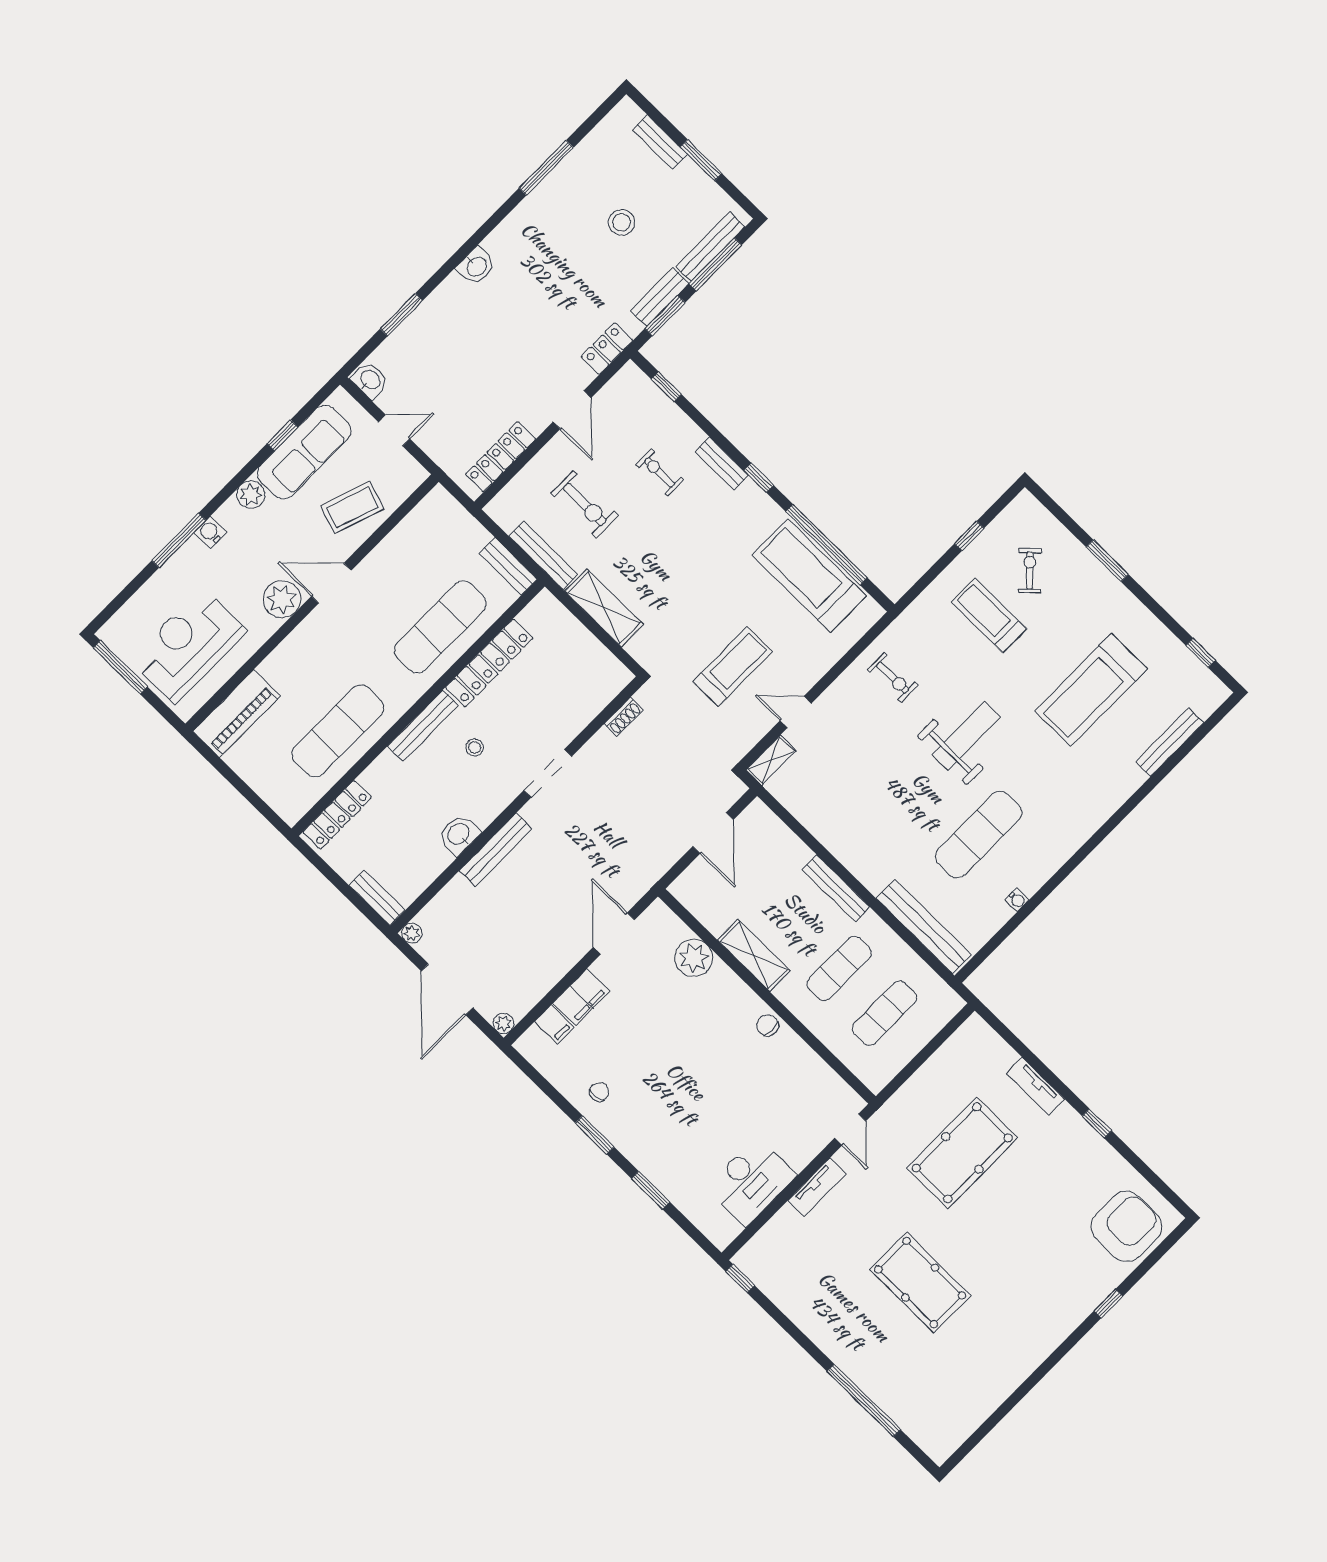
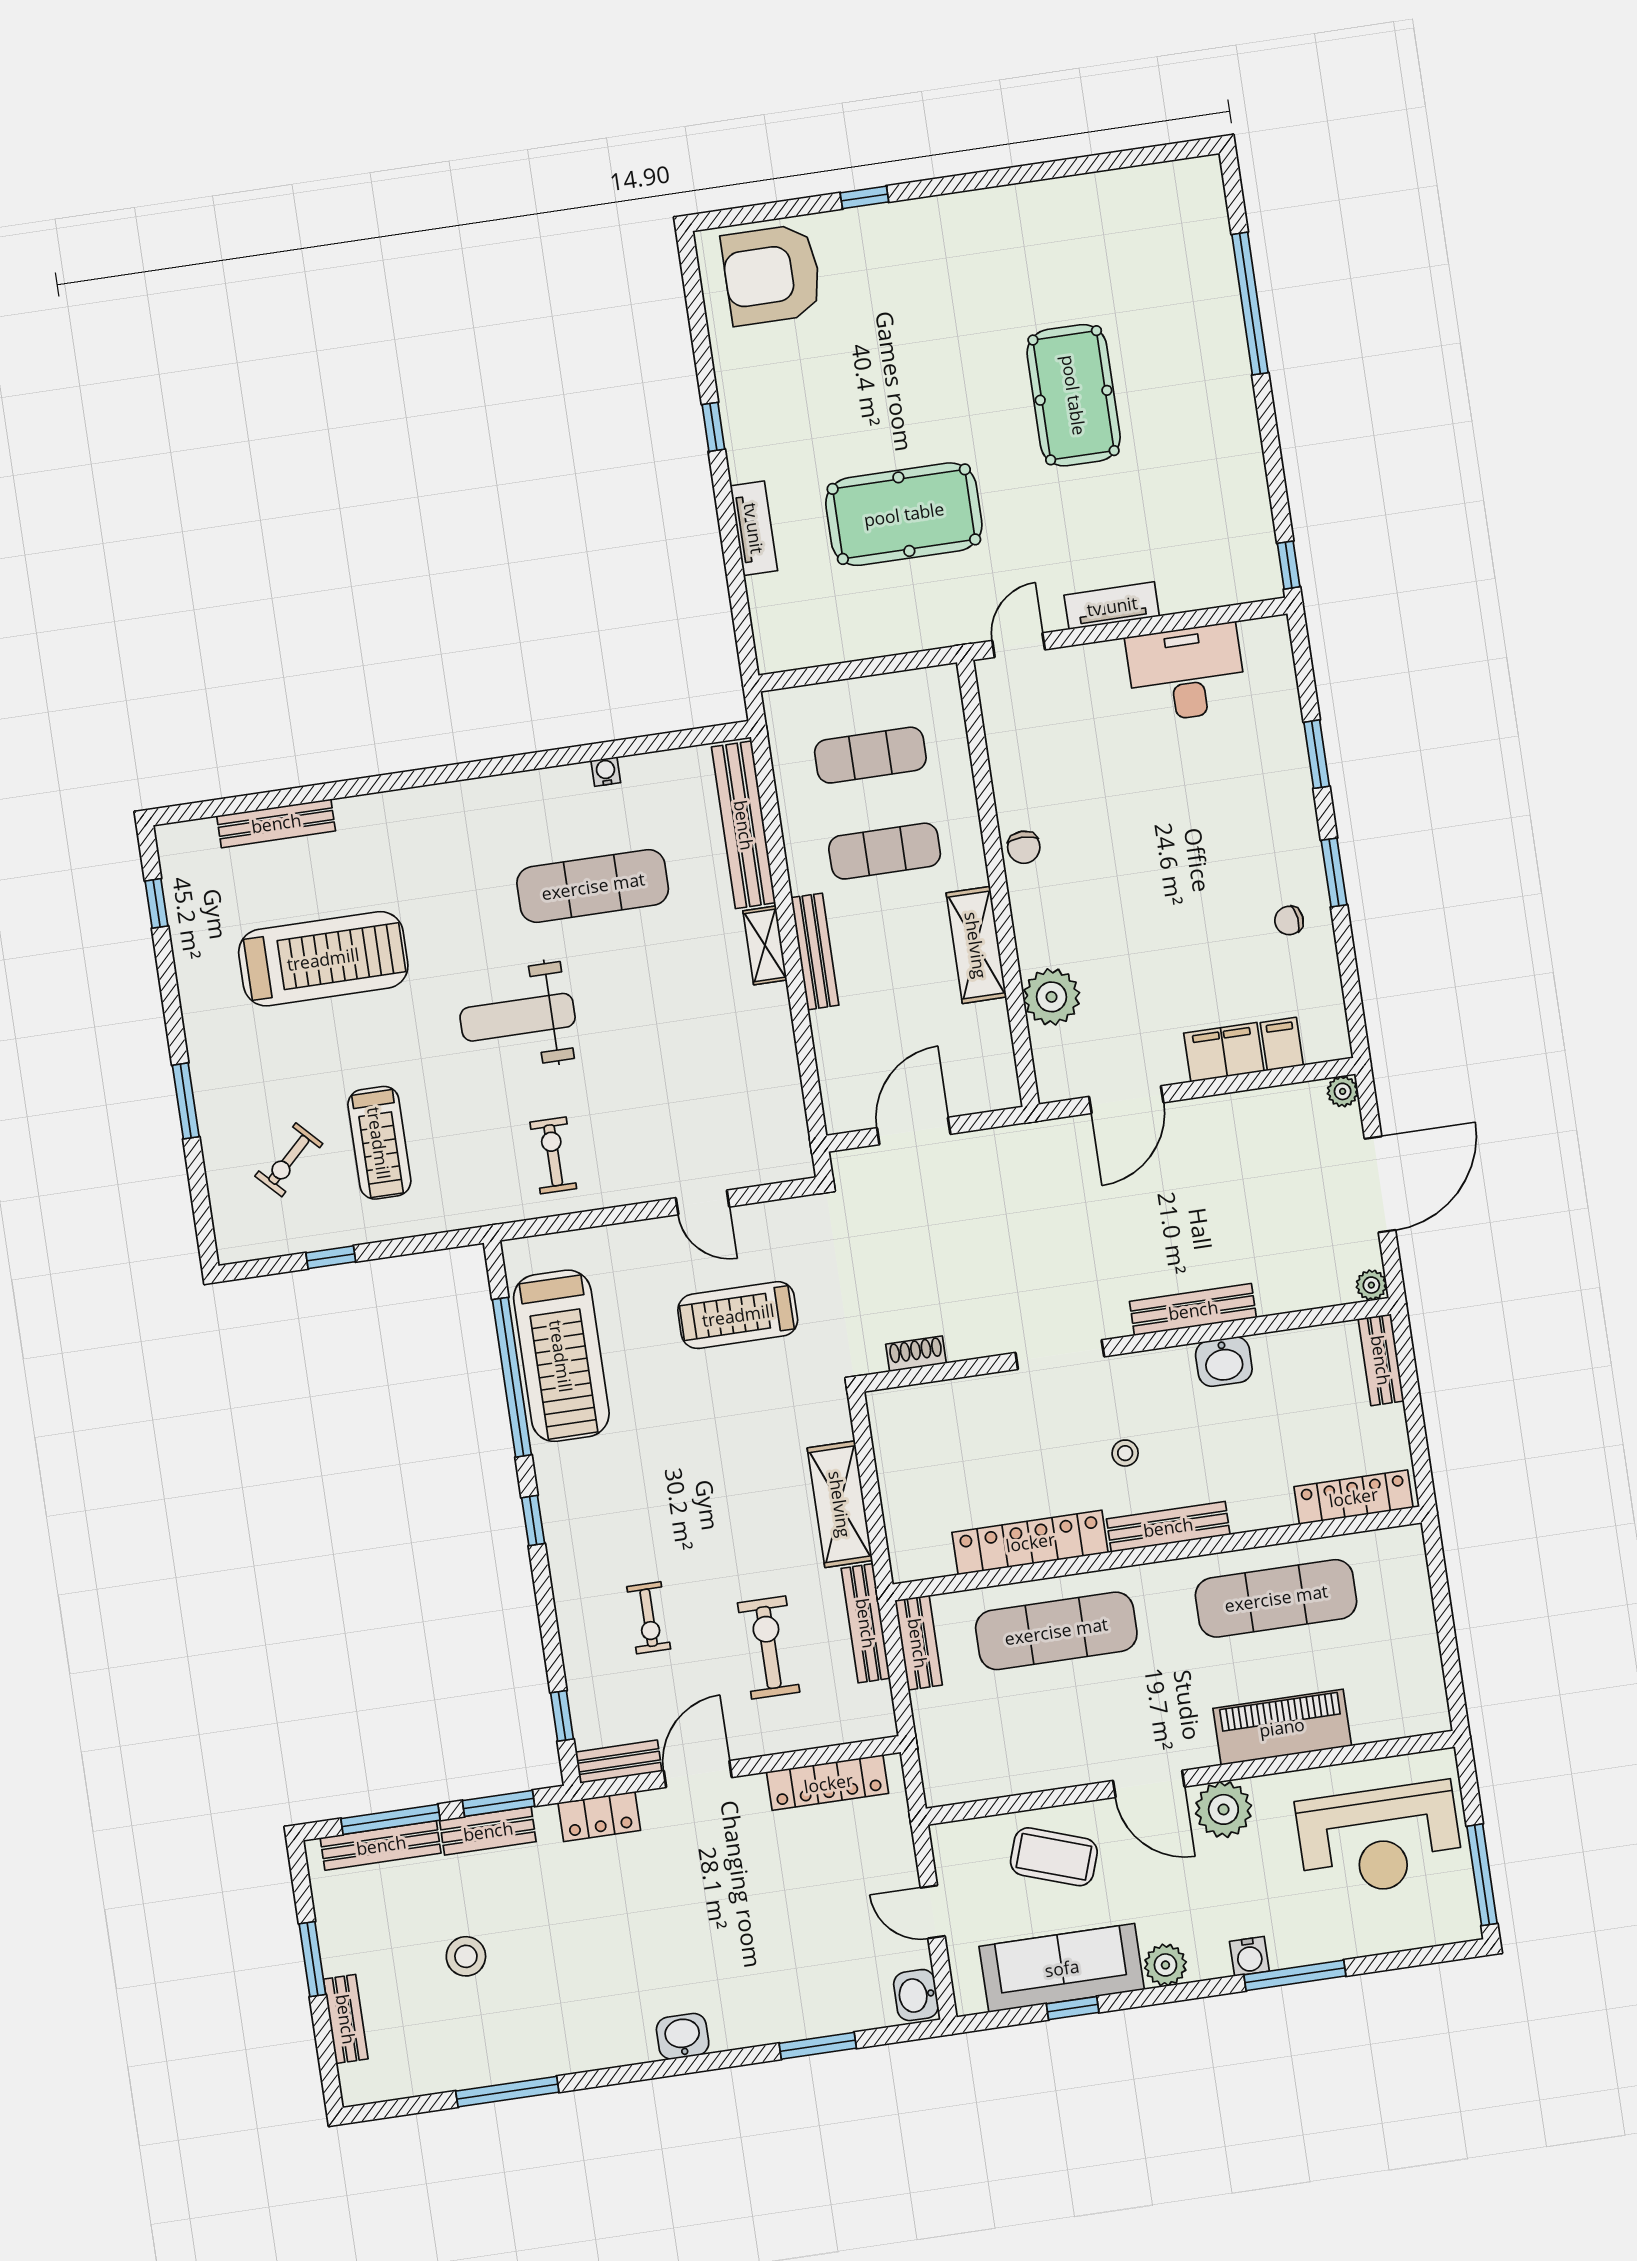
bench: (722, 463) -> (619, 1762), moved, turned 90
piano: (236, 714) -> (1282, 1727), moved
shelving: (771, 760) -> (765, 945), moved, turned 90

